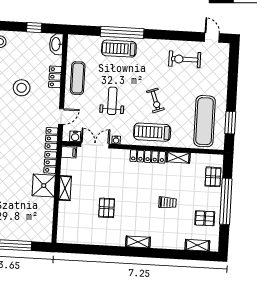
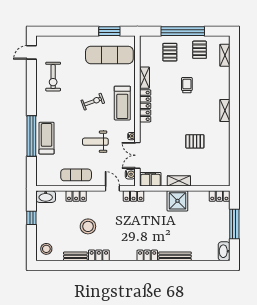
treadmill: (119, 49) -> (47, 138), turned 180
filing cabinet: (69, 152) -> (150, 179), width x2.00
locker: (50, 162) -> (219, 196), moved
pallet: (213, 177) -> (170, 52), moved, turned 90

